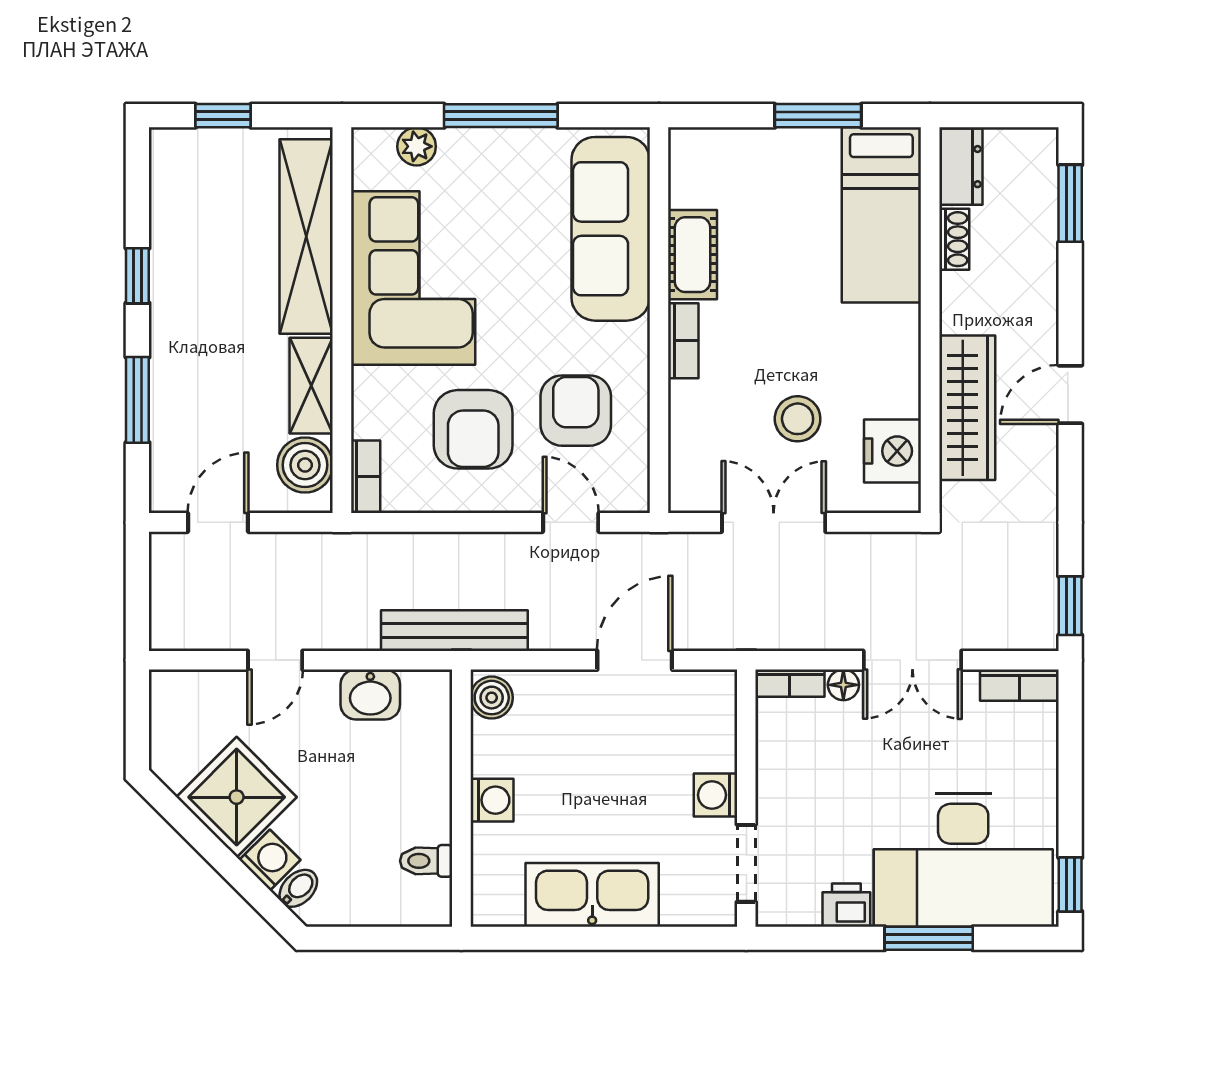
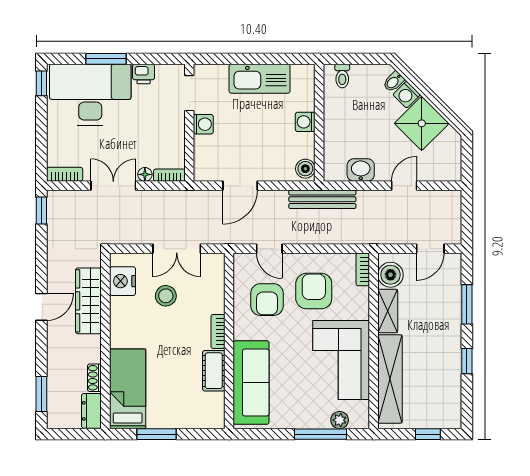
window: (501, 116) -> (320, 434), moved
toilet: (426, 861) -> (342, 76), moved, turned 90

